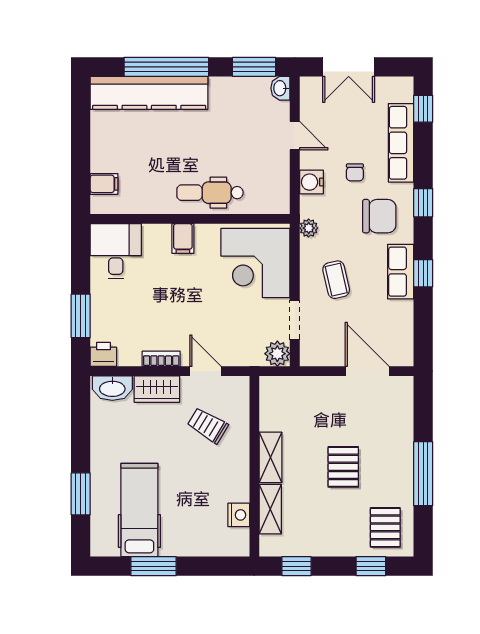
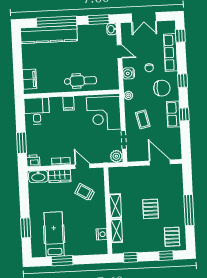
filing cabinet: (104, 184) -> (30, 79), width x2.00
dental chair: (210, 193) -> (80, 81), turned 180

